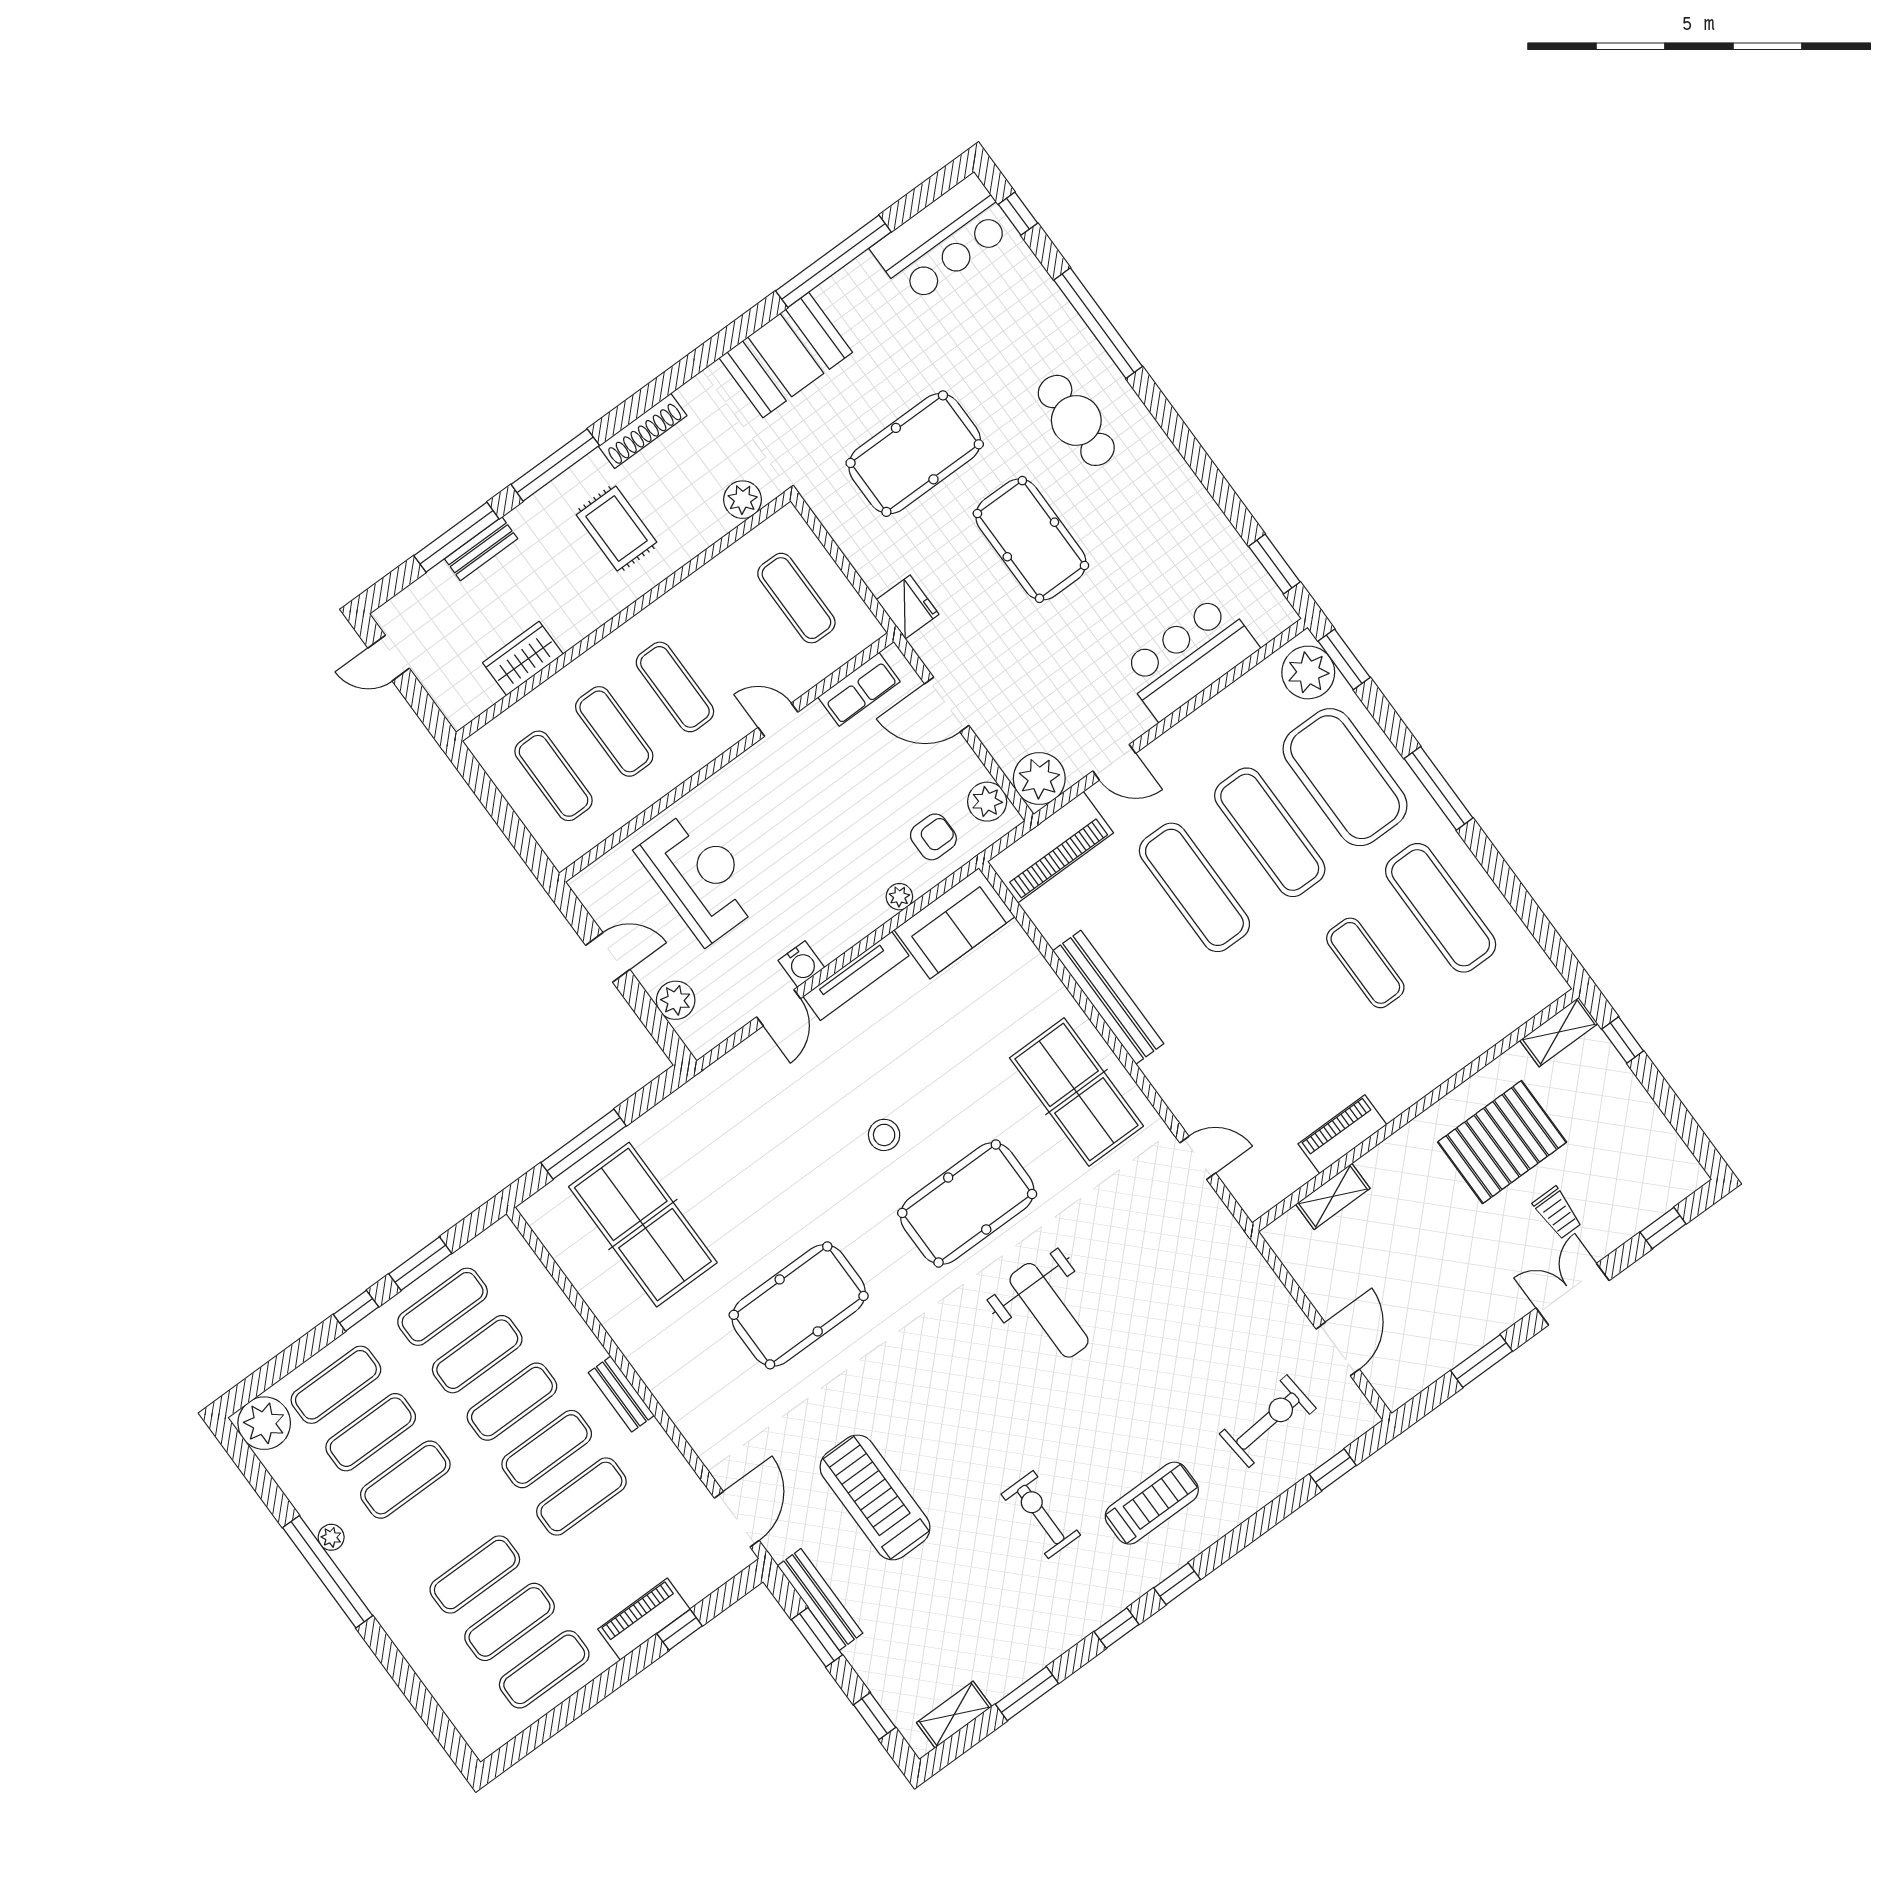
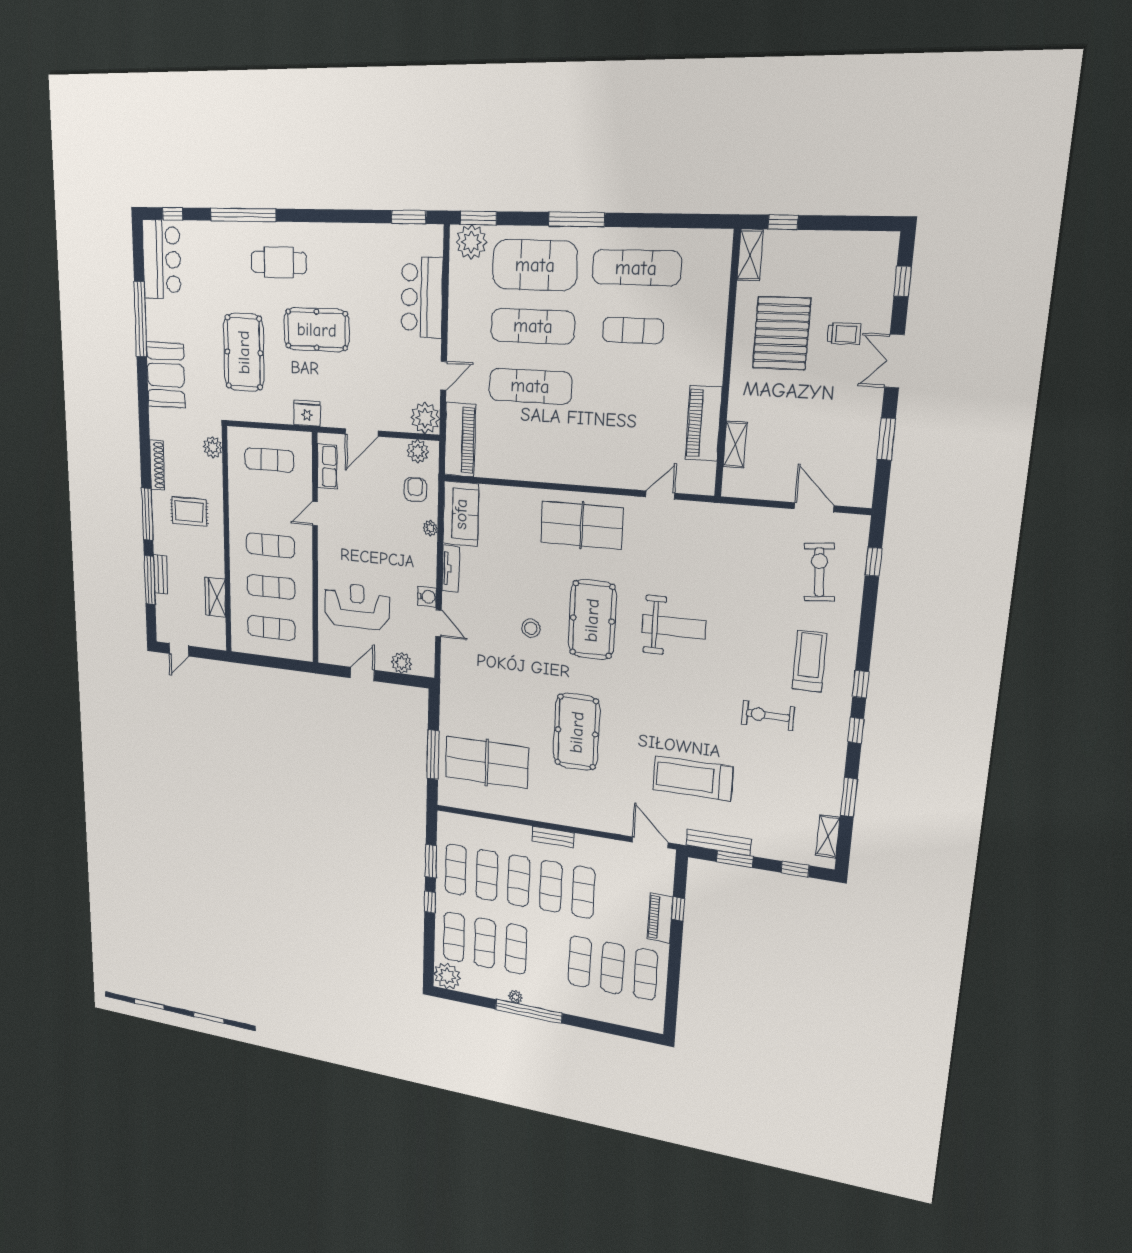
tv unit: (856, 976) -> (451, 569), width x0.71
bench: (1108, 997) -> (550, 472), removed
piano: (1342, 1134) -> (703, 423), width x1.37, depth x1.33

